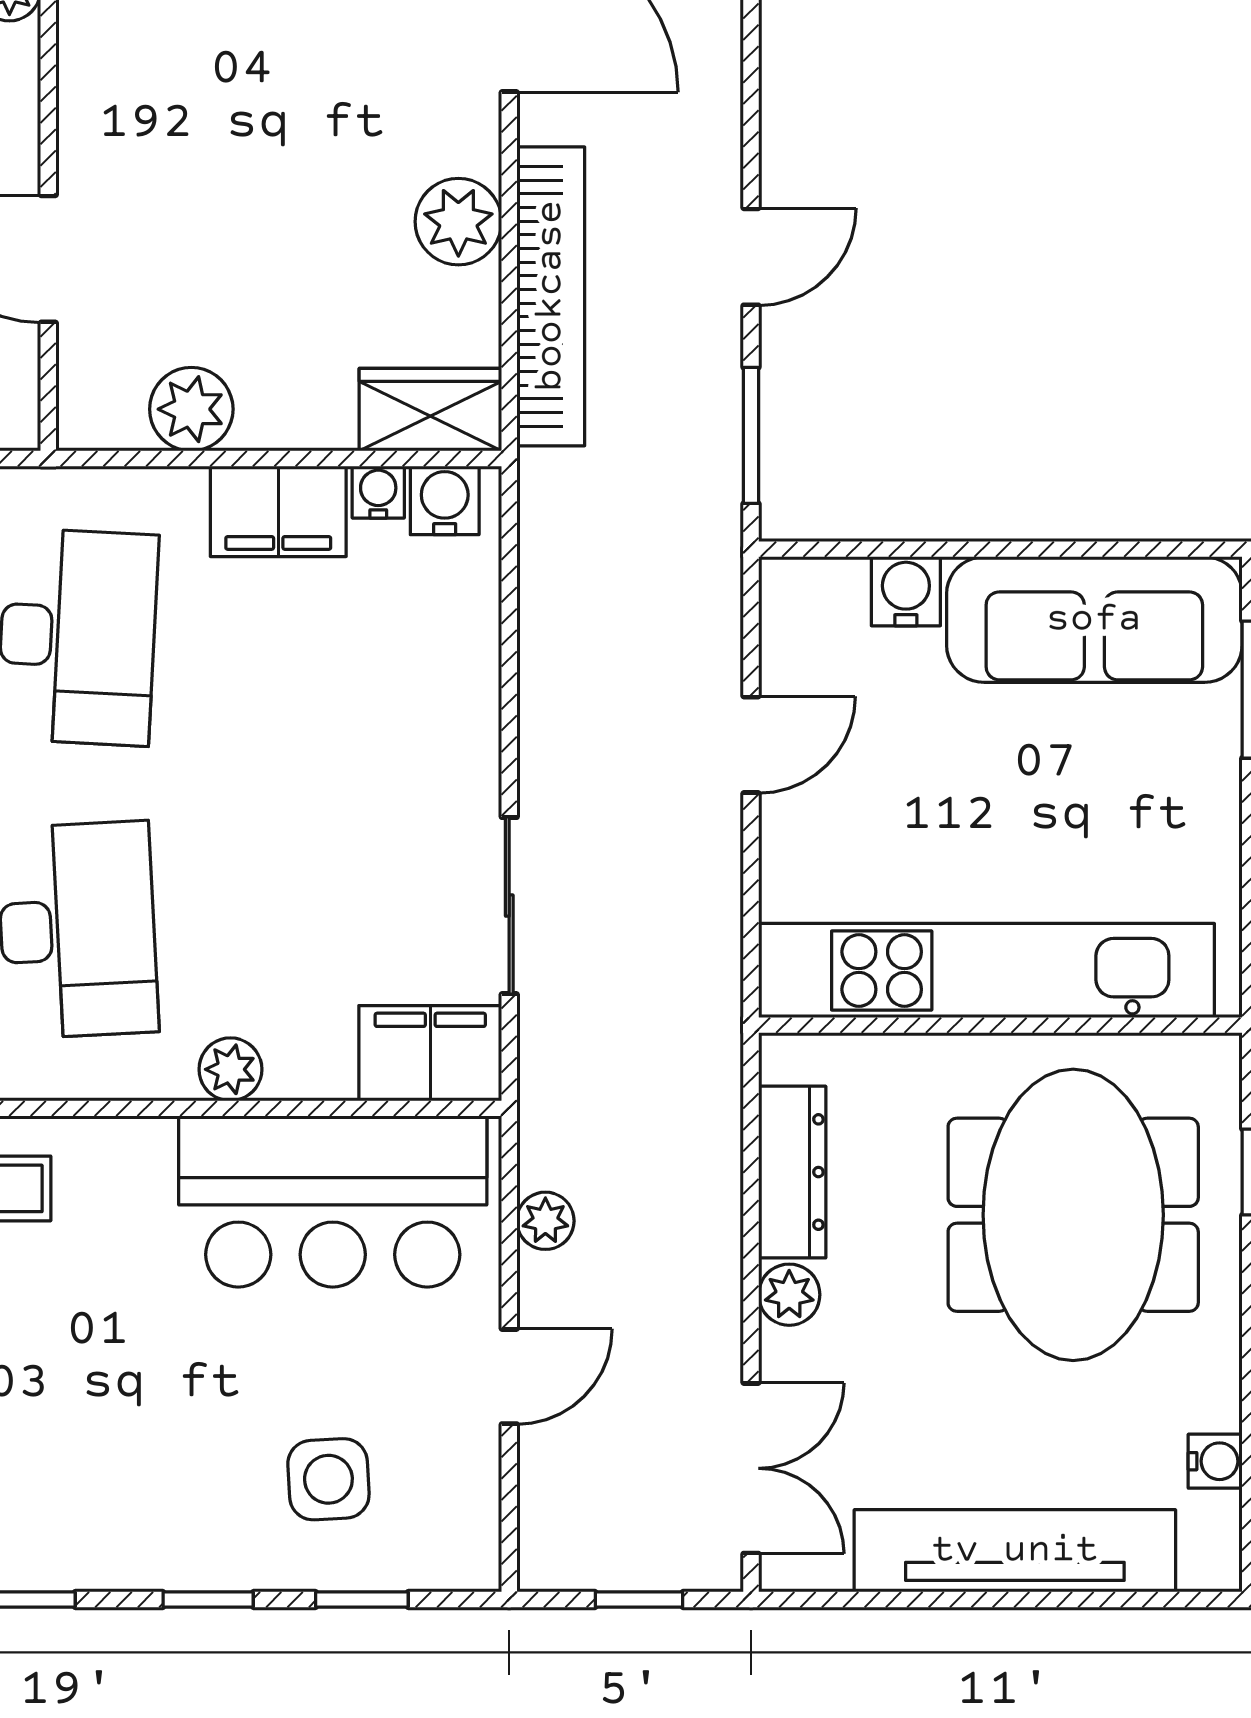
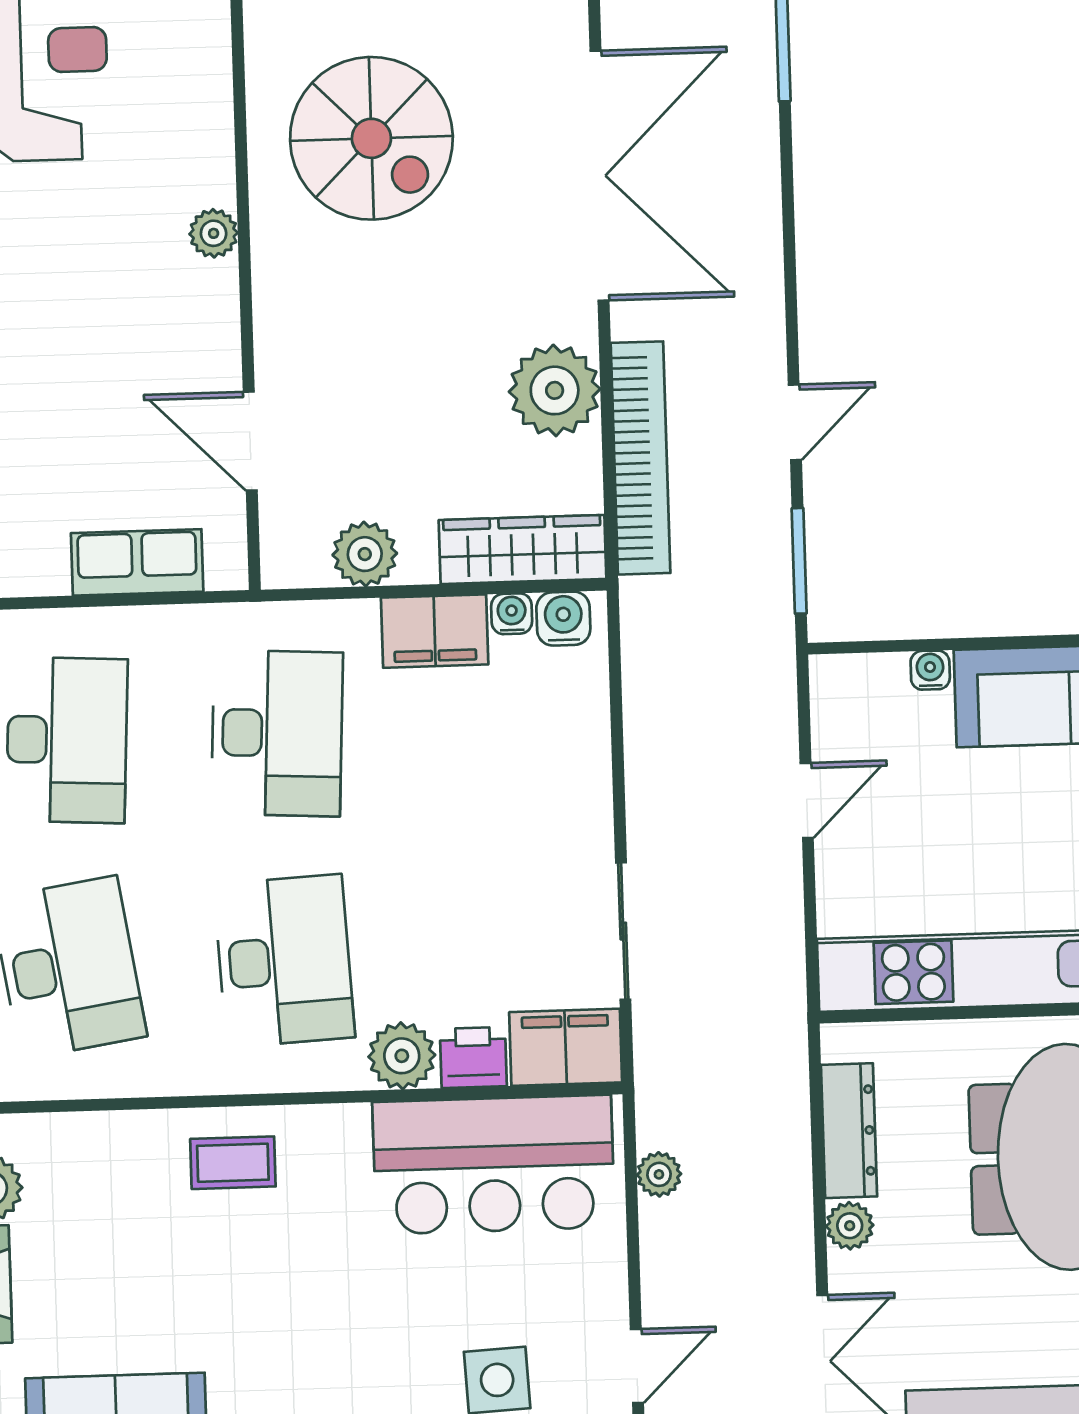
plant: (458, 222) -> (555, 390), width x1.36, depth x1.36
wardrobe: (430, 410) -> (523, 549), width x1.50
water cooler: (906, 591) -> (930, 670), width x0.72, depth x0.72
printer: (311, 1063) -> (473, 1057), added
plant: (230, 1069) -> (402, 1056), width x1.38, depth x1.38
door: (509, 1377) -> (637, 1366), moved

